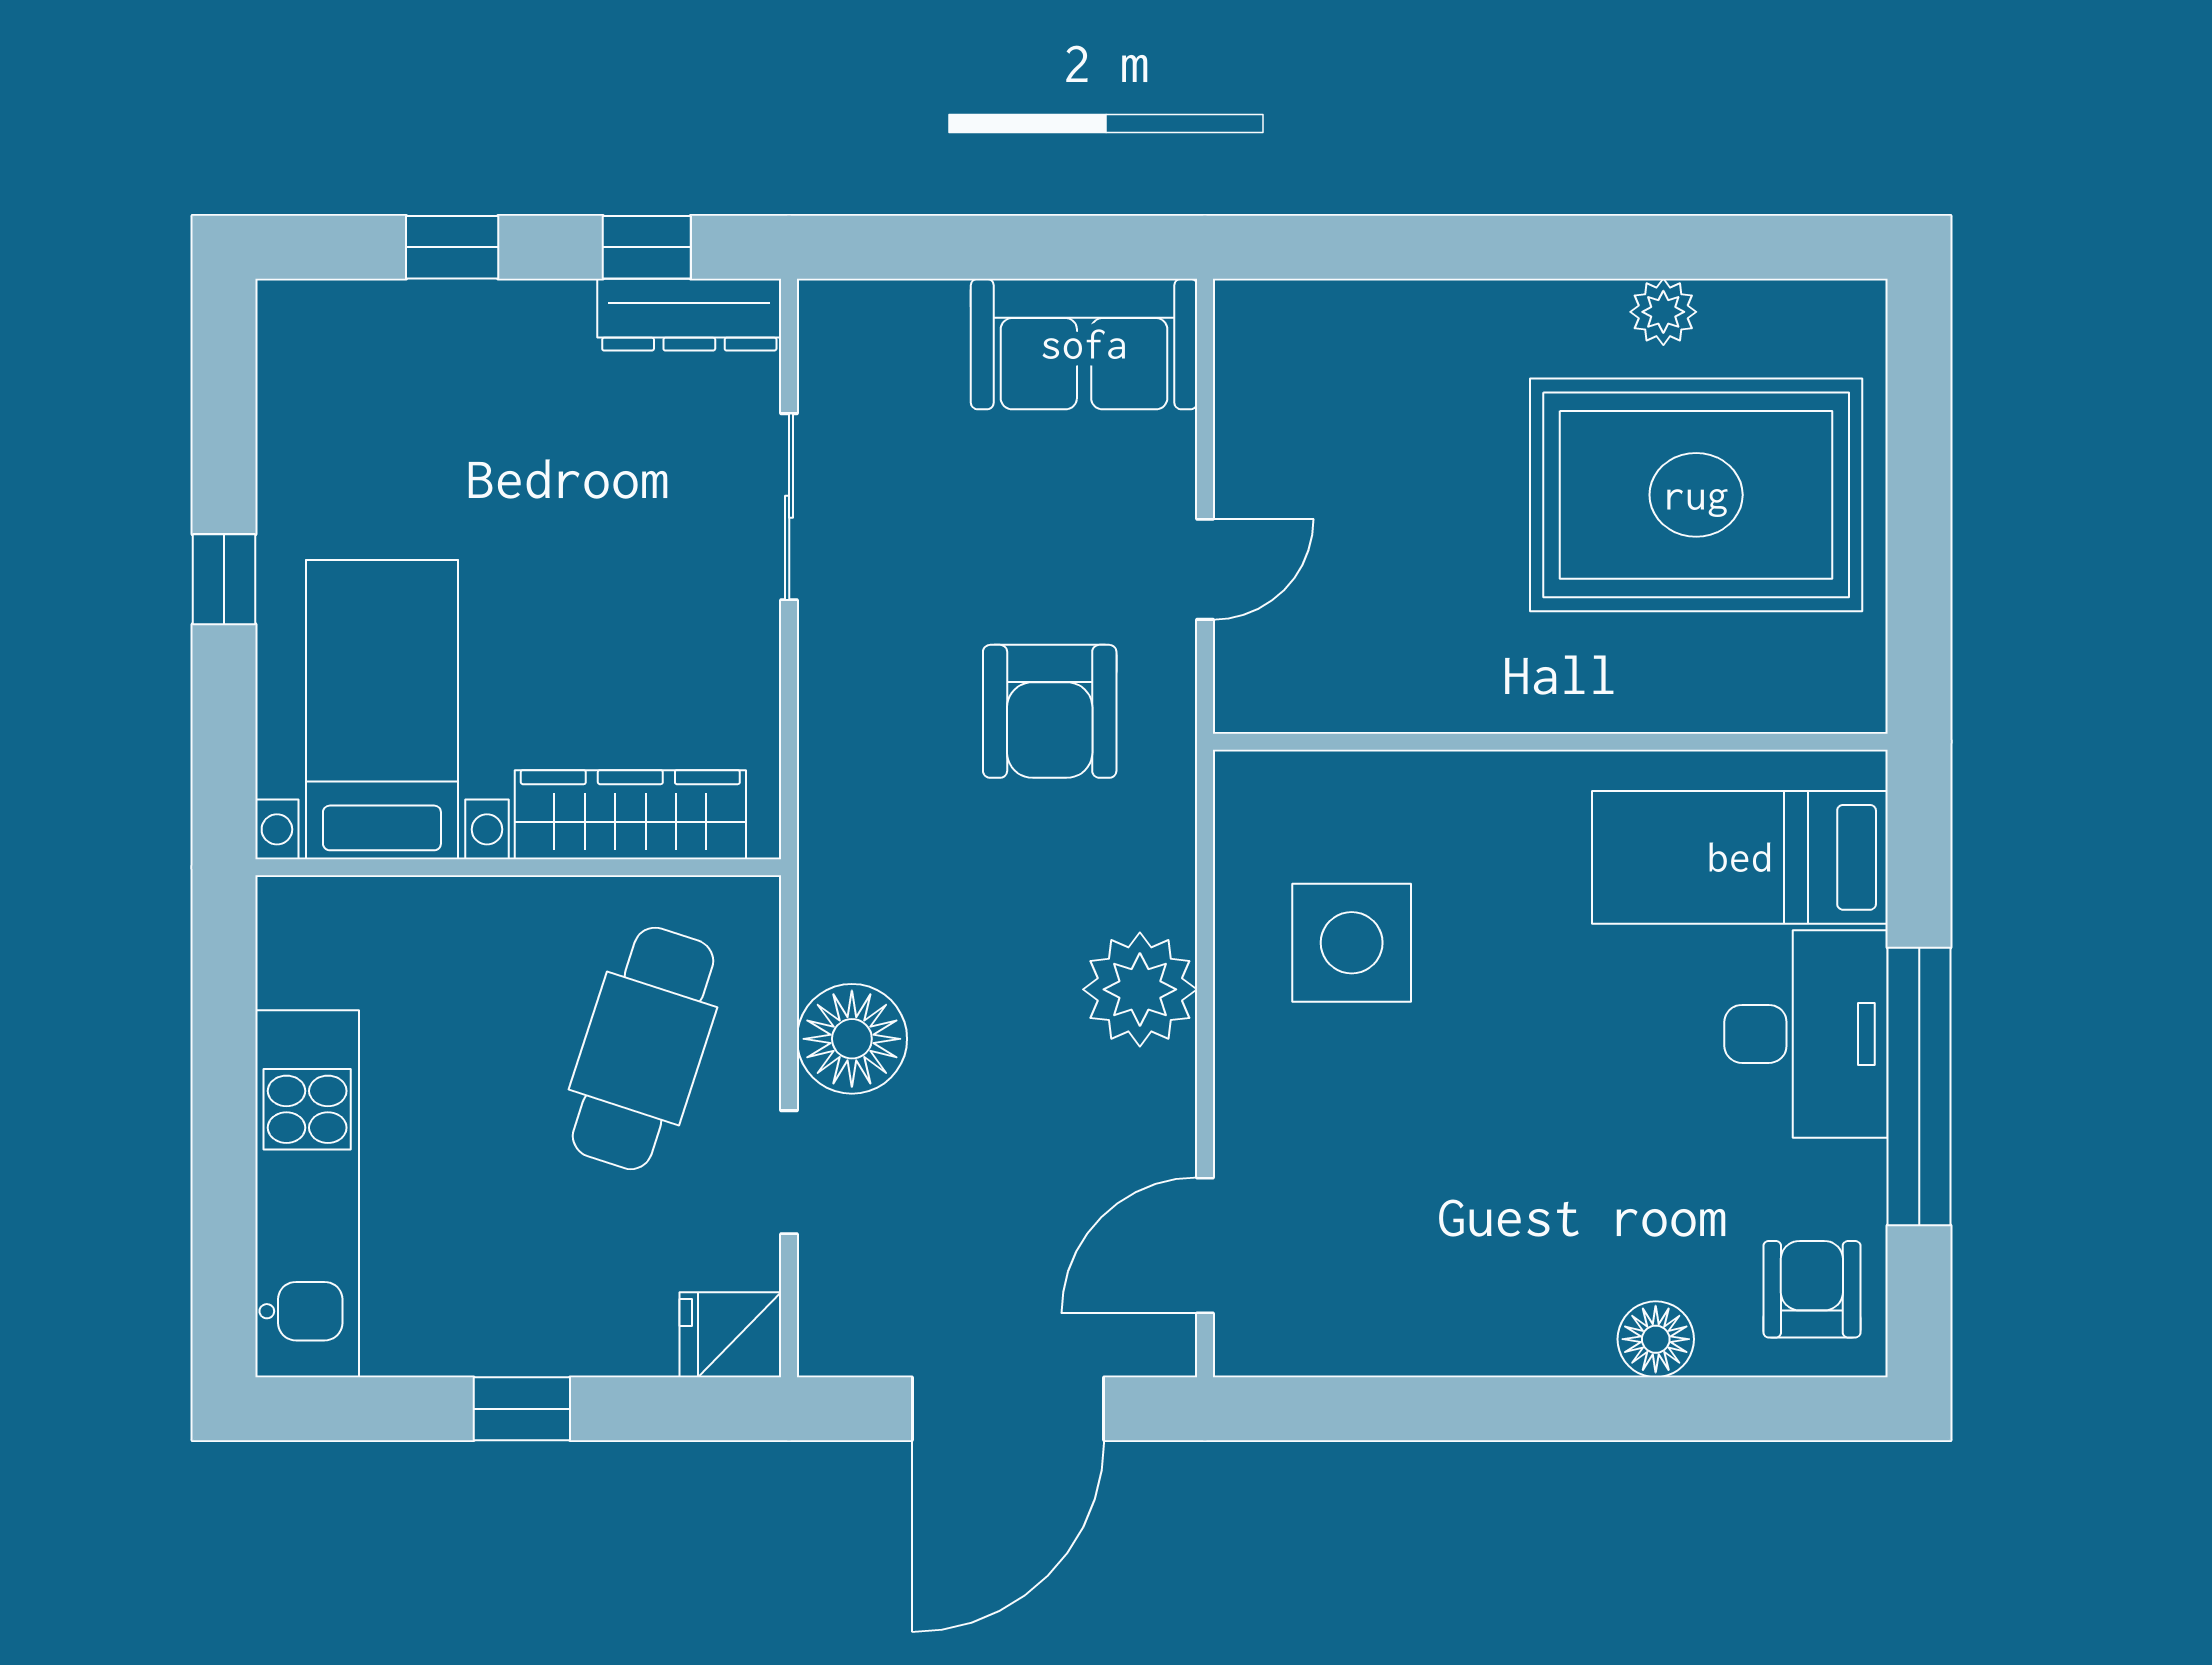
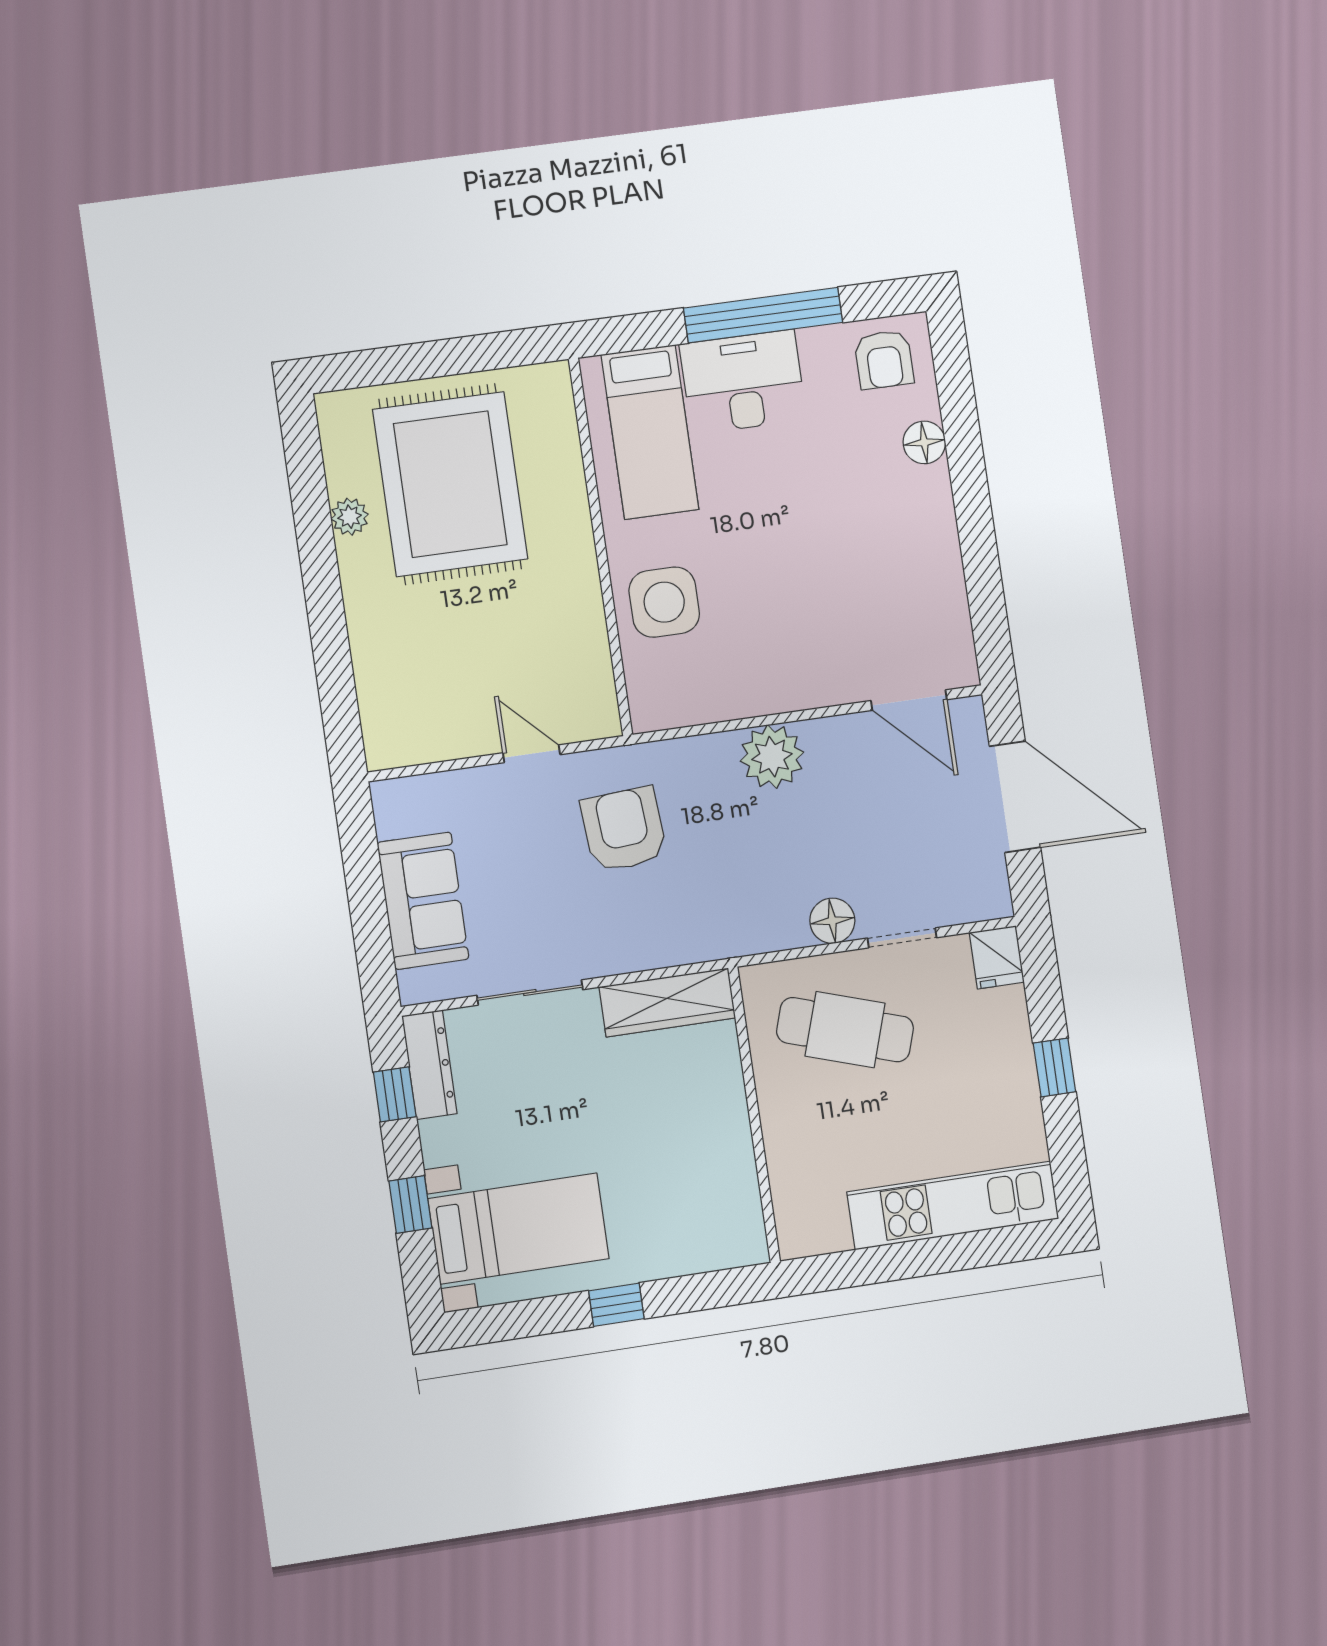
sofa: (1084, 344) -> (423, 901), moved
bed with nightstands: (382, 710) -> (519, 1229), moved, turned 180
armchair: (1050, 711) -> (624, 829), turned -94
wardrobe: (630, 815) -> (667, 1002), moved, turned -90
side table: (1352, 943) -> (664, 602), moved
floor lamp: (852, 1039) -> (832, 921), width x0.73, depth x0.73
armchair: (1812, 1289) -> (884, 360), turned -90

